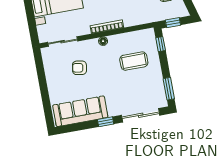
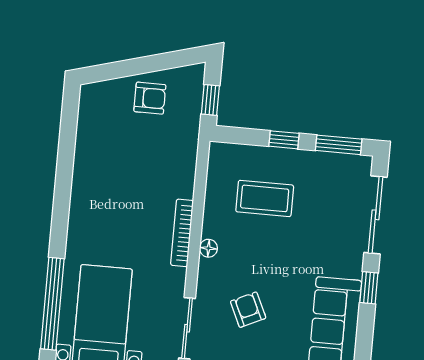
window: (161, 44) -> (284, 140), moved
coffee table: (134, 61) -> (265, 198), turned 90
armchair: (79, 68) -> (248, 310), turned 145

